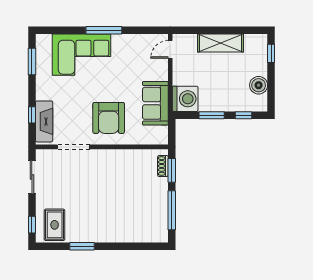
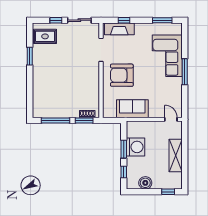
washing machine: (185, 99) -> (136, 147), moved, turned -90
window: (32, 225) -> (56, 20), moved

